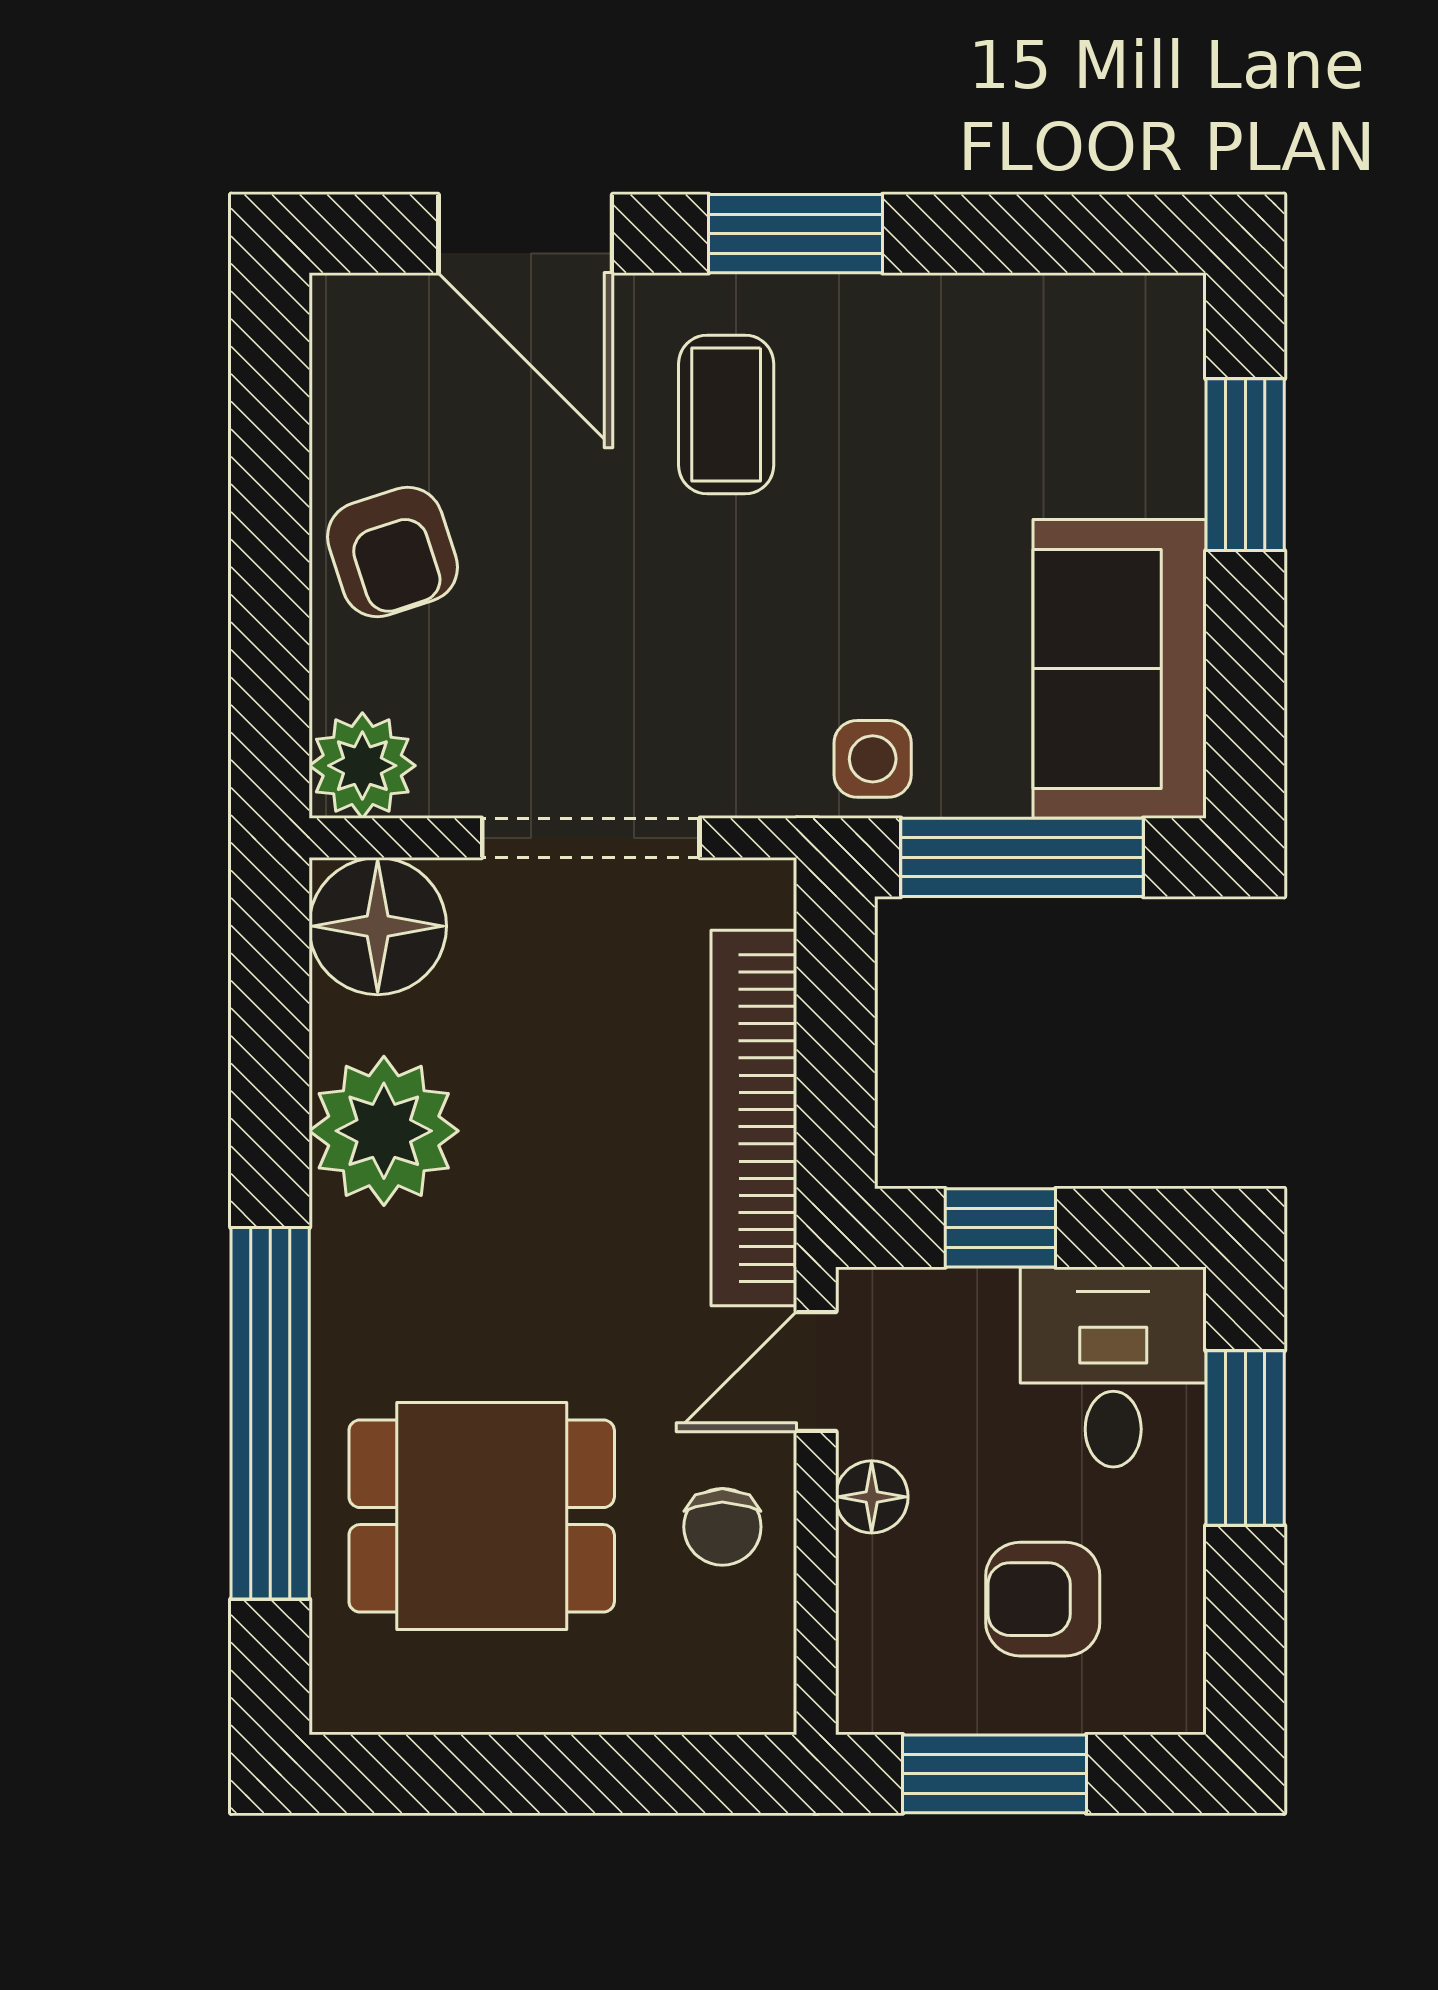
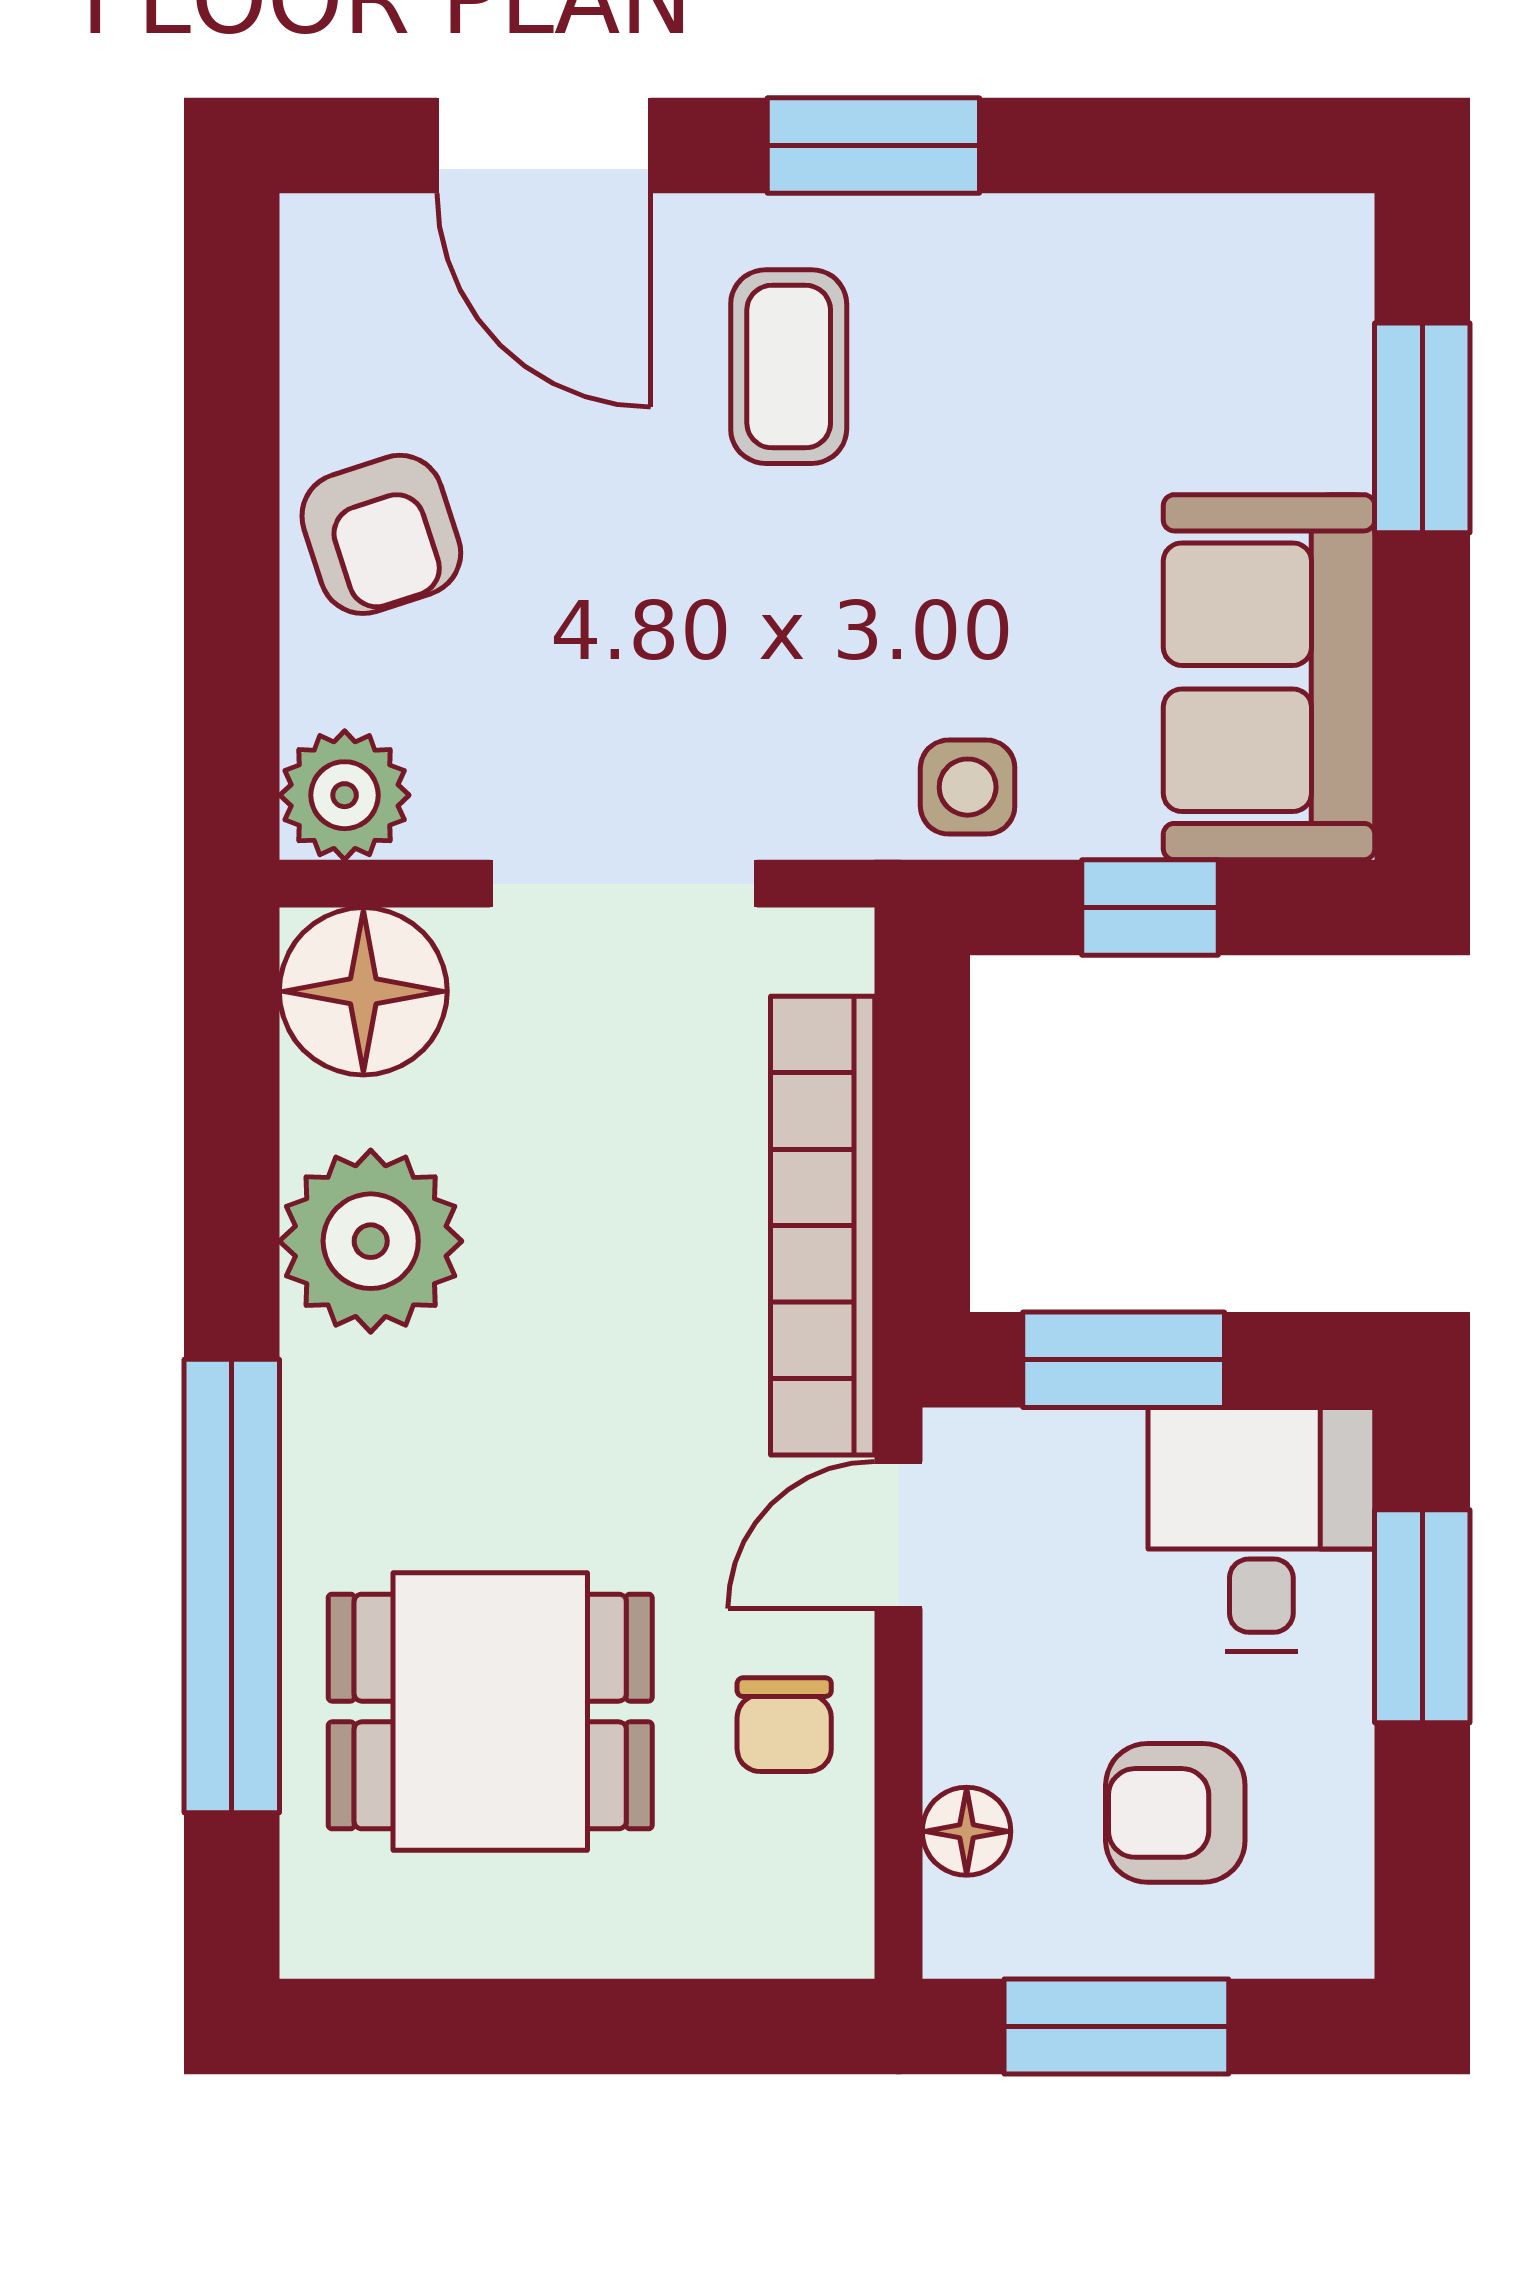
window: (1022, 857) -> (1150, 907), width x0.46
window: (1000, 1228) -> (1124, 1360), width x1.50
floor lamp: (872, 1497) -> (967, 1831), moved

